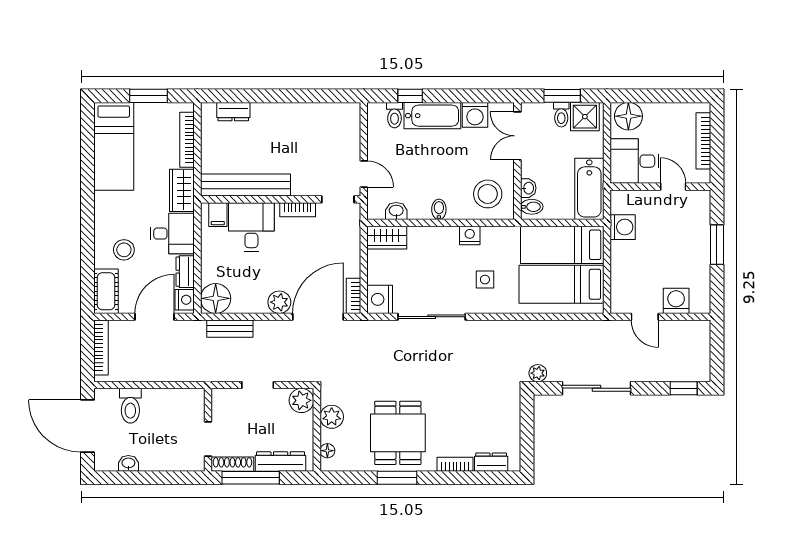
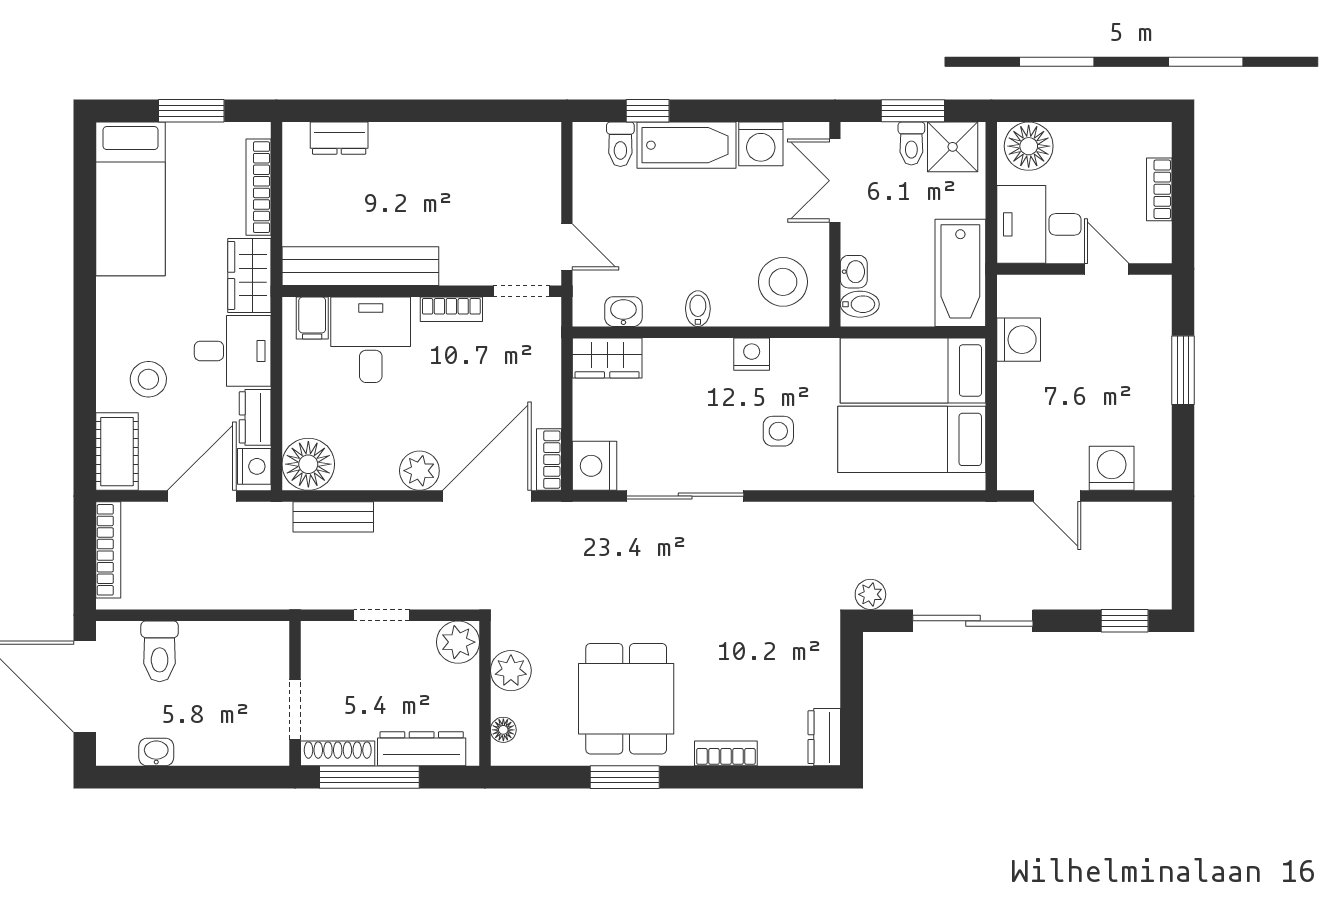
bookcase: (703, 141) -> (1159, 189), width x0.64
dresser: (491, 462) -> (824, 737), moved, turned -90

